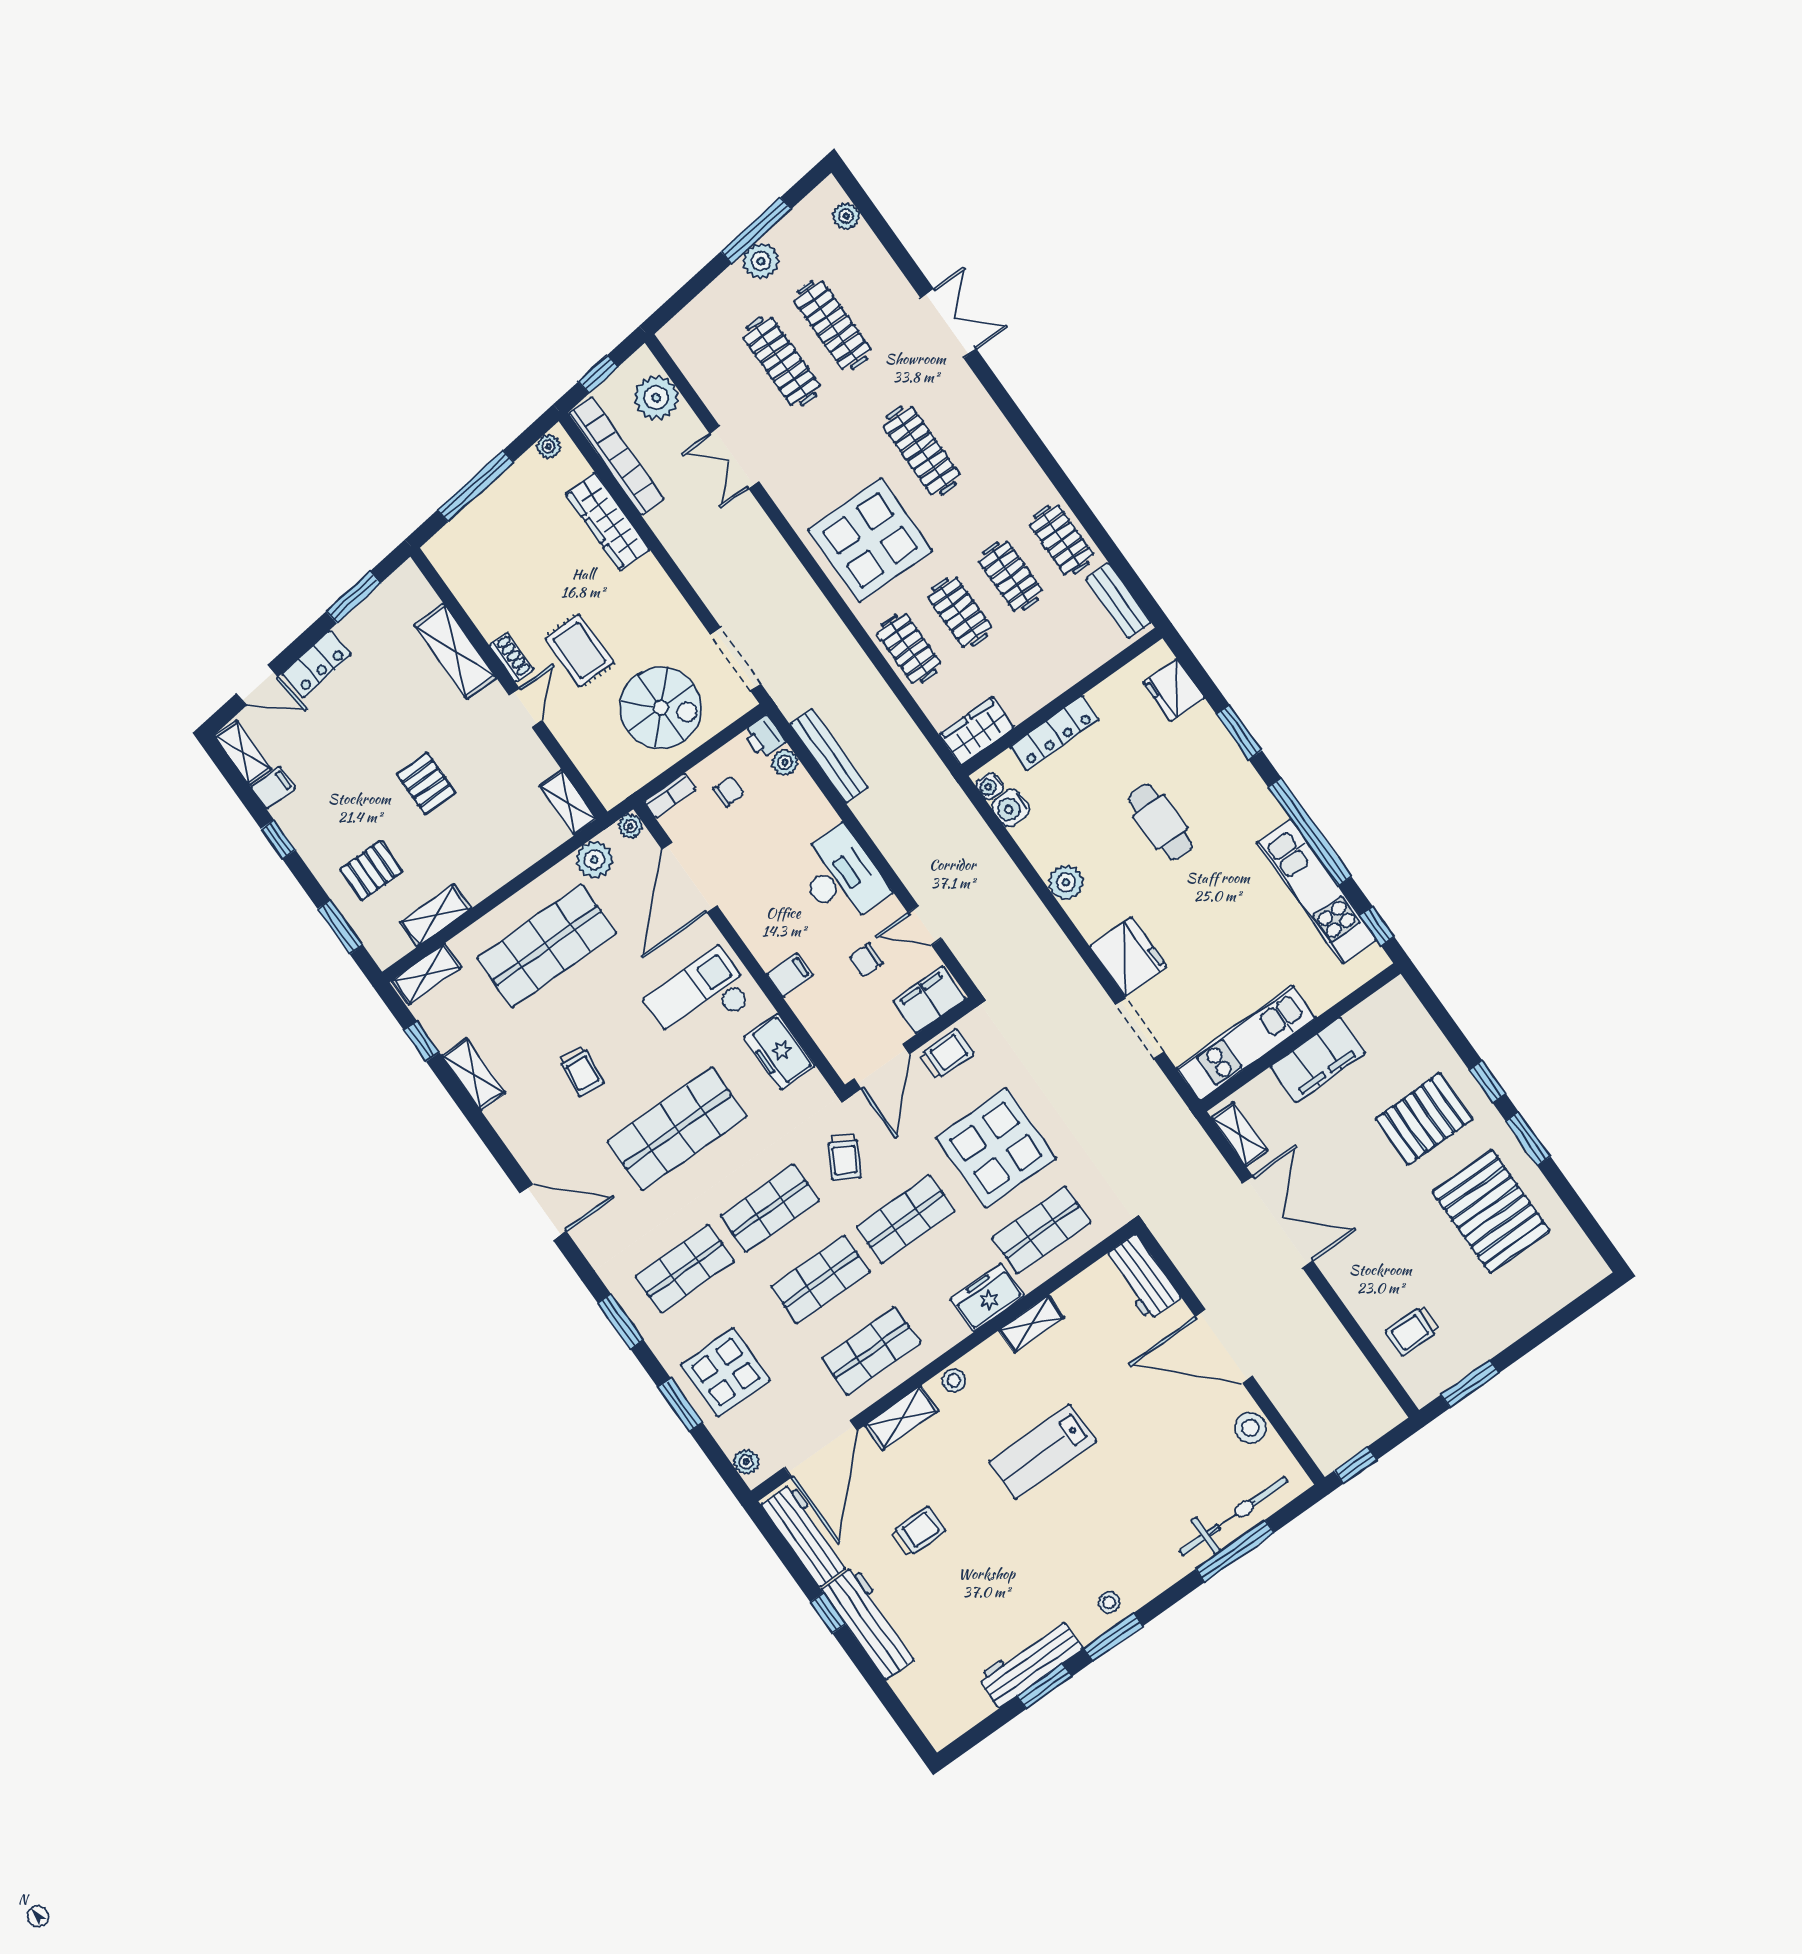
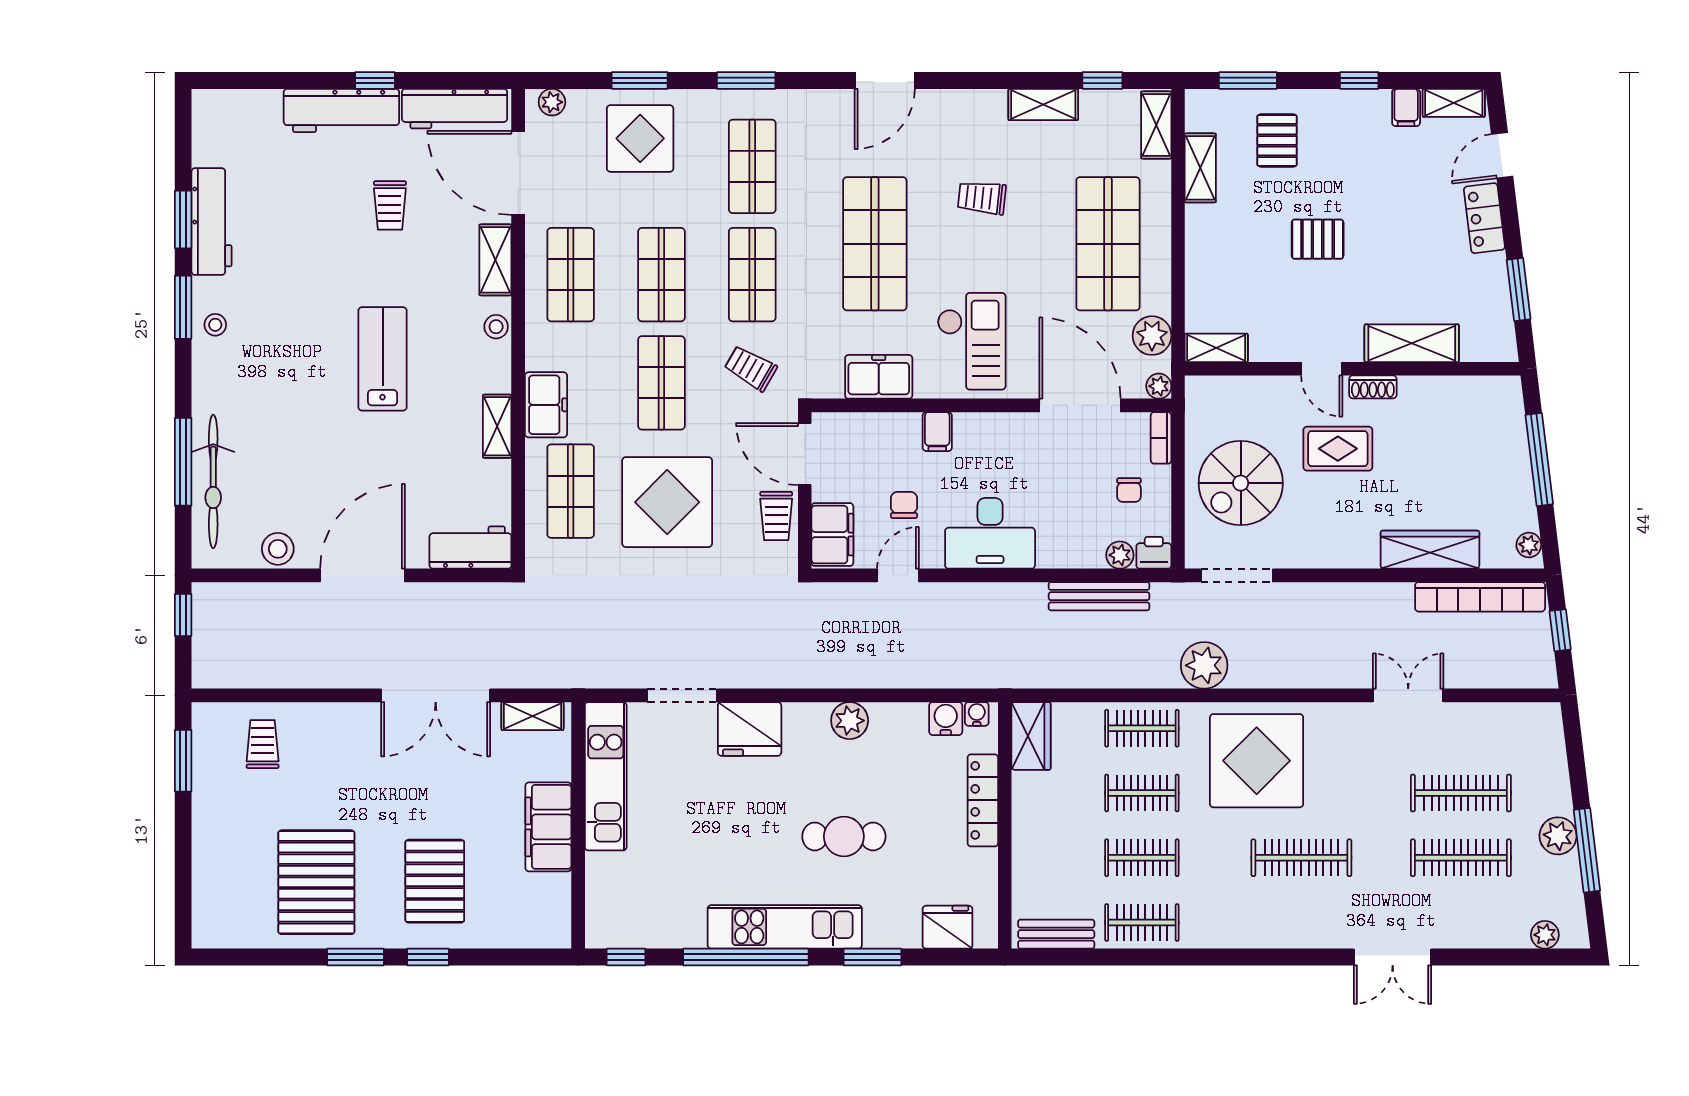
plant: (656, 398) -> (1204, 665), moved
kitchen unit: (1317, 891) -> (785, 927), moved
pallet: (1491, 1211) -> (316, 882), turned 90

